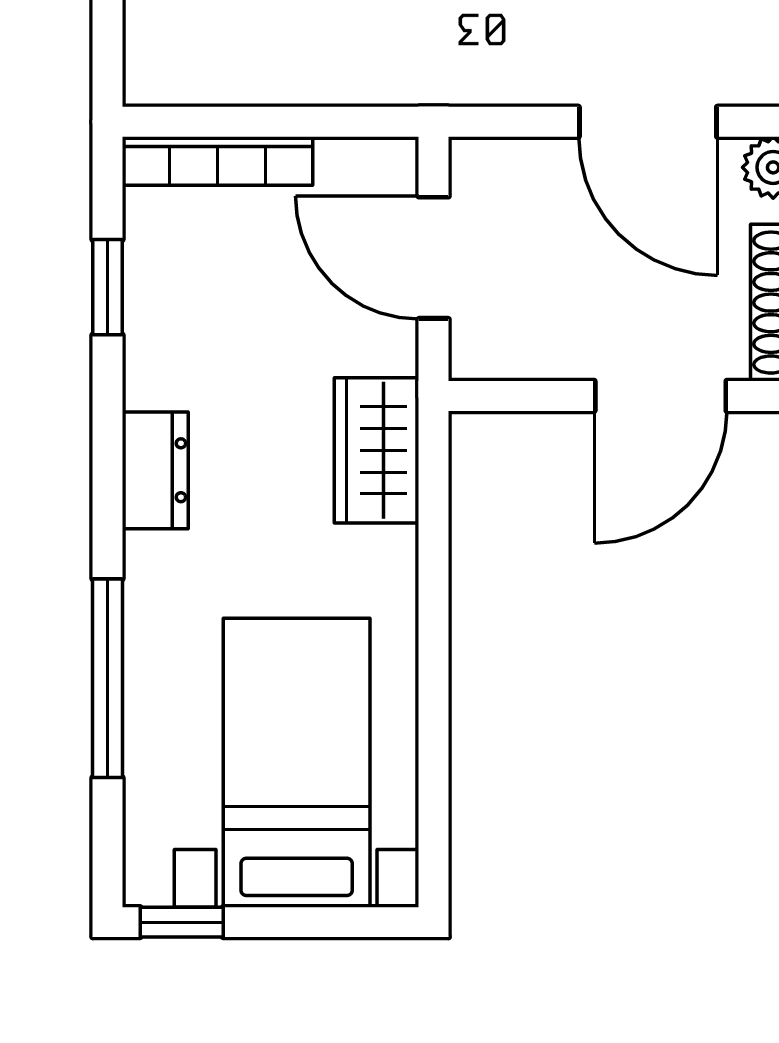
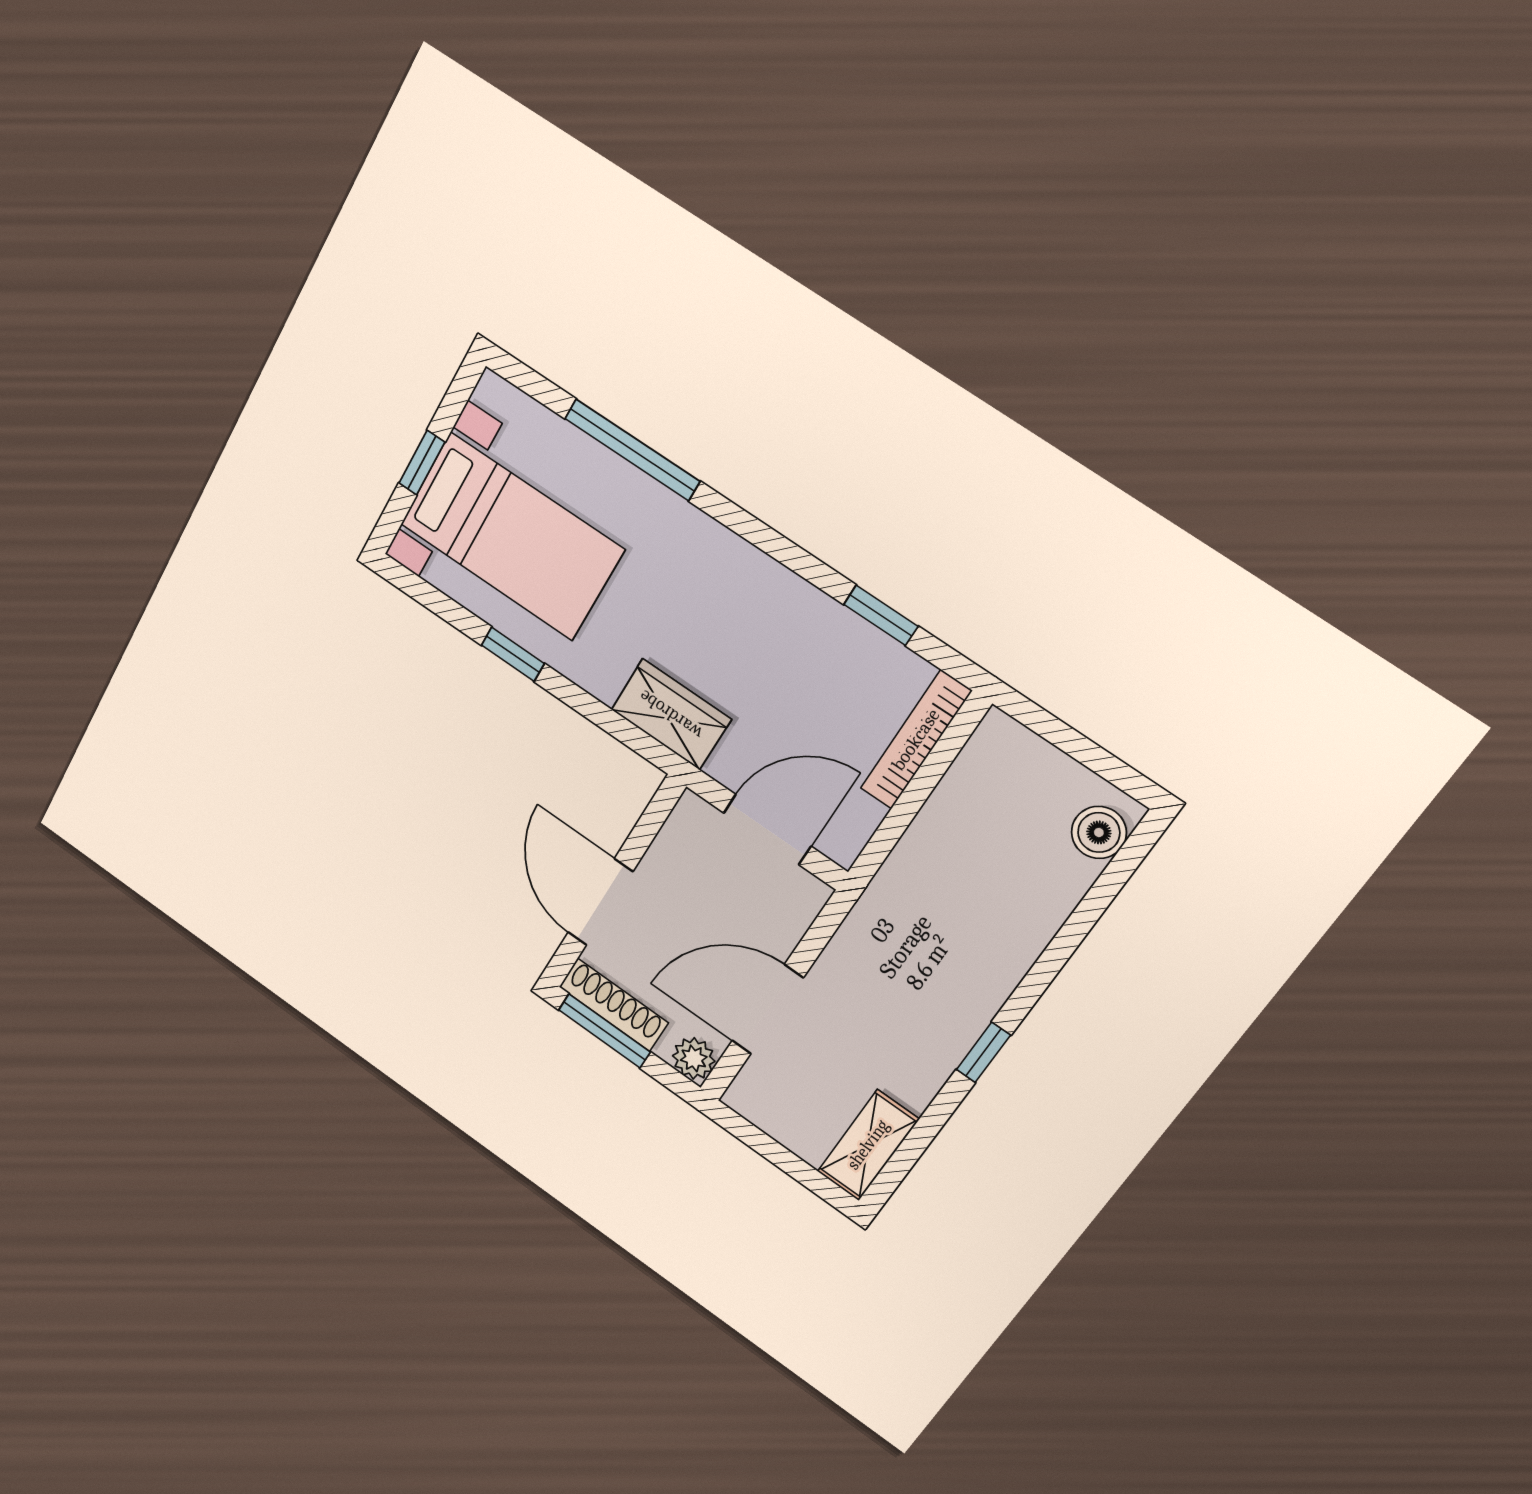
dresser: (155, 470) -> (744, 568), removed
window: (434, 680) -> (513, 654), added
window: (182, 922) -> (422, 463), moved

